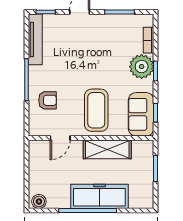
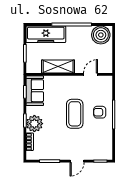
tv unit: (35, 39) -> (108, 142), removed
armchair: (47, 100) -> (100, 112), moved
coffee table: (96, 110) -> (75, 114), moved
freezer: (99, 196) -> (46, 34), moved
boiler: (39, 201) -> (101, 35), width x1.86, depth x1.86

